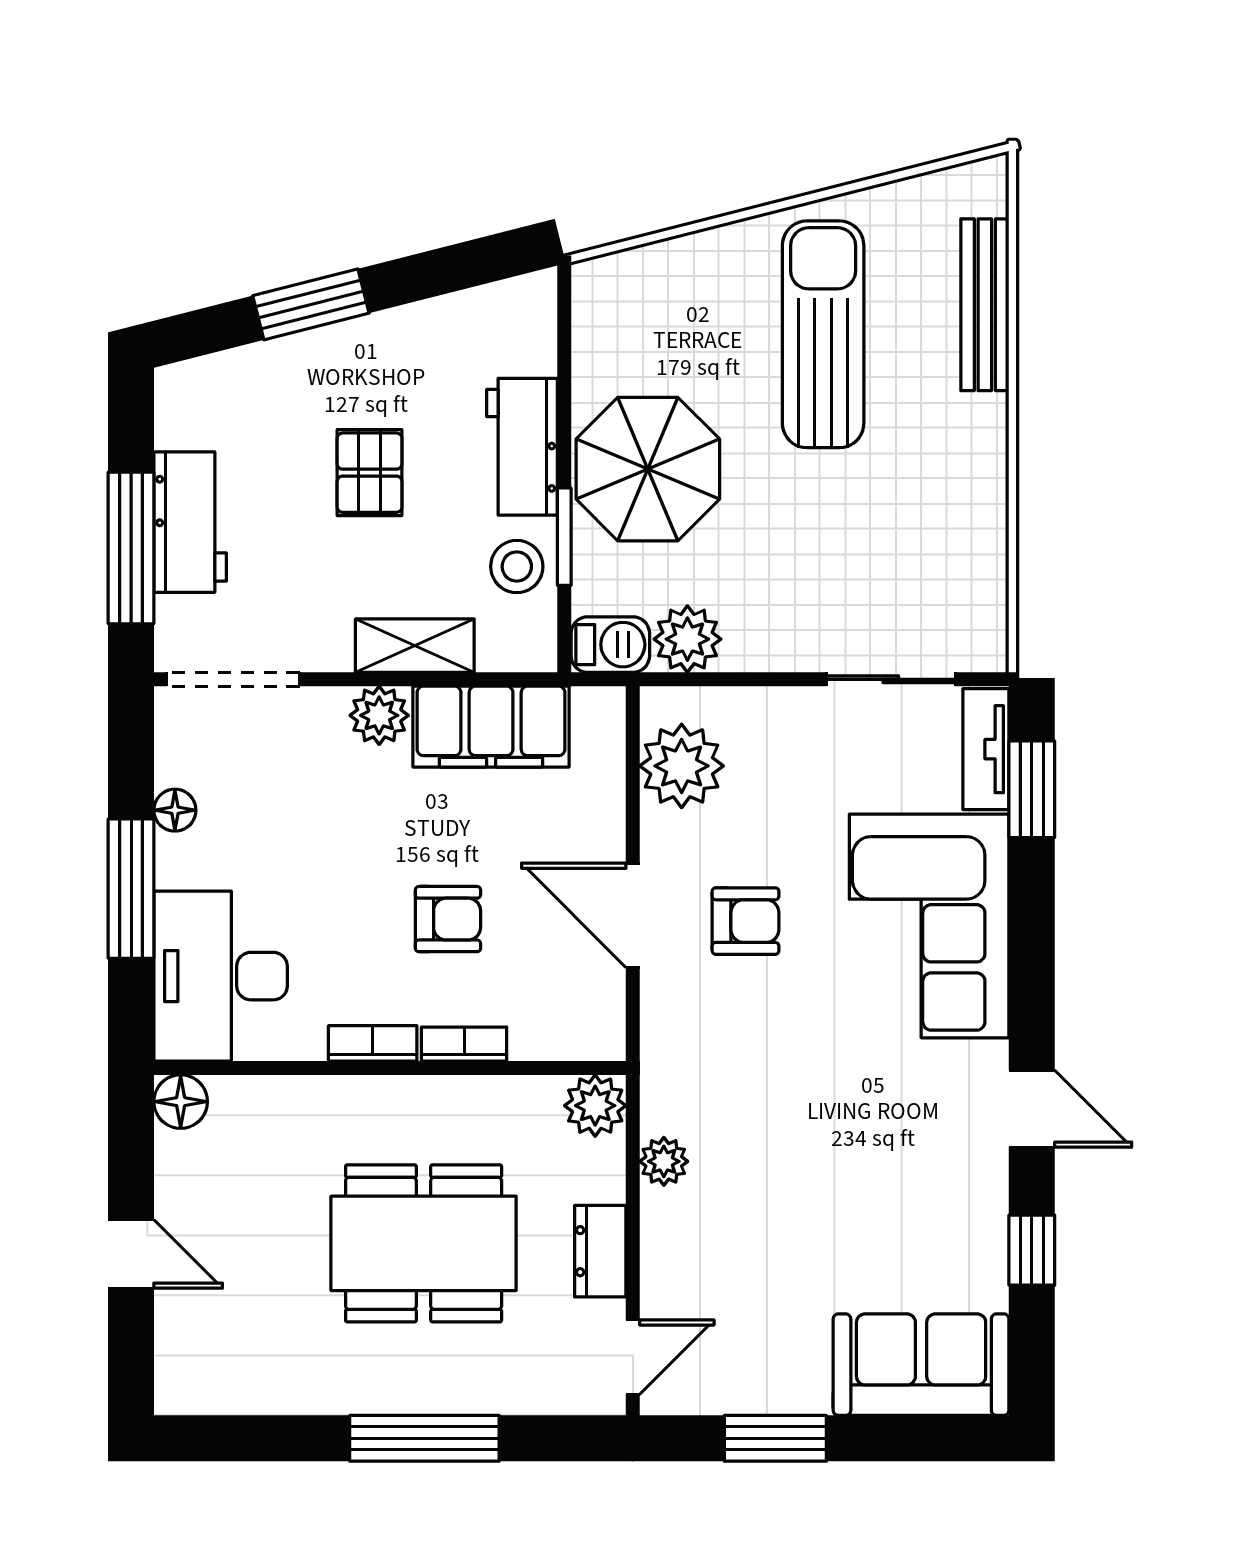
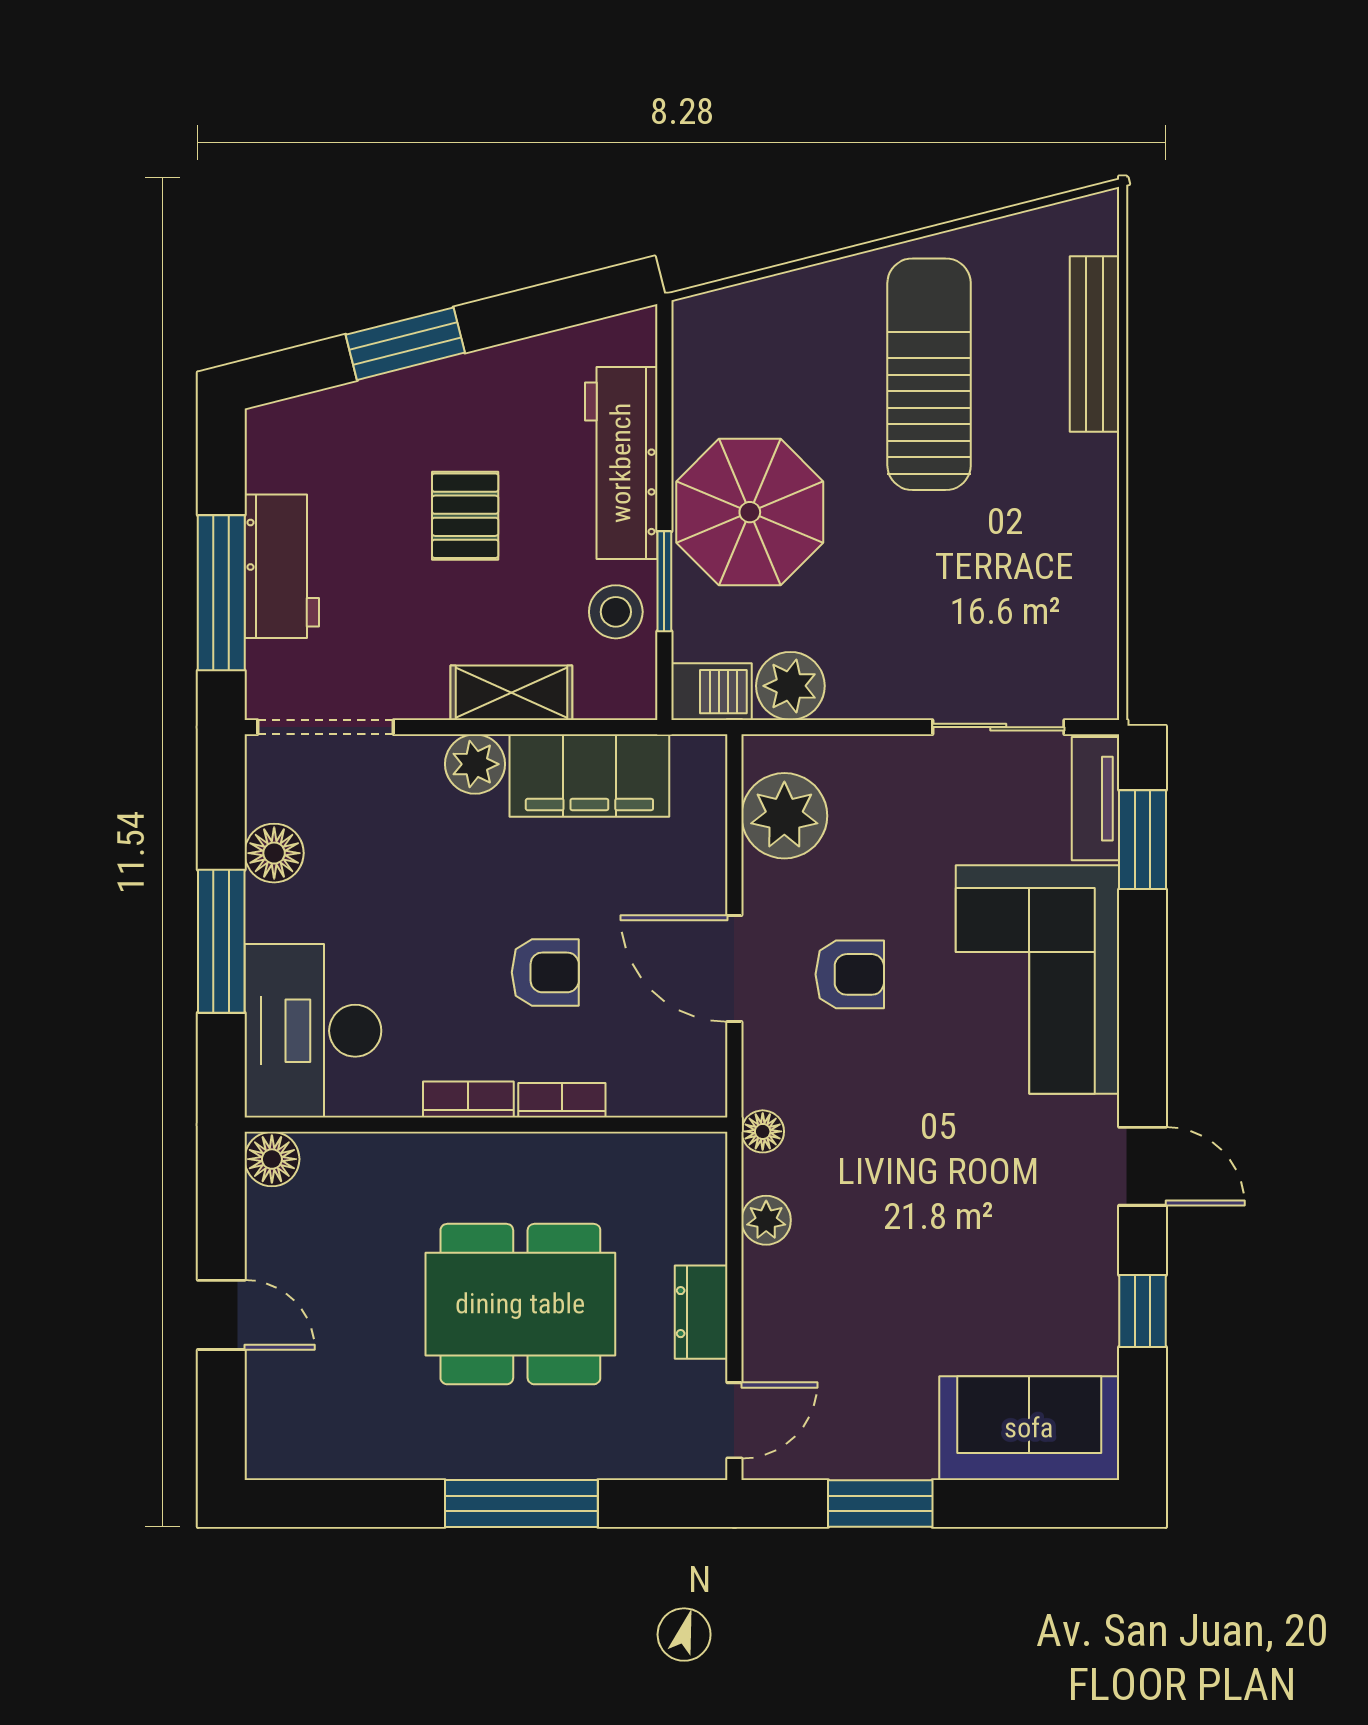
workbench: (522, 447) -> (621, 463), width x1.38
floor lamp: (175, 810) -> (274, 853), width x1.37, depth x1.37
floor lamp: (660, 1075) -> (763, 1131), added
plant: (595, 1106) -> (696, 1163), removed

